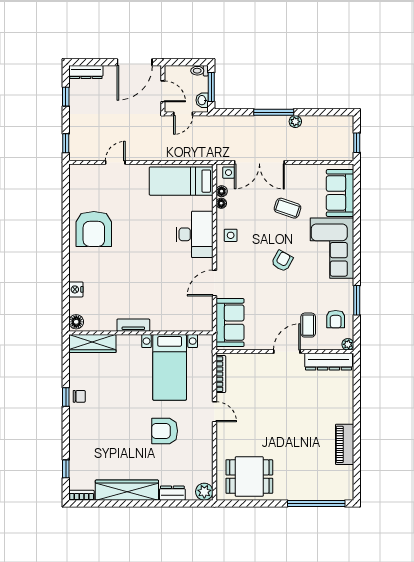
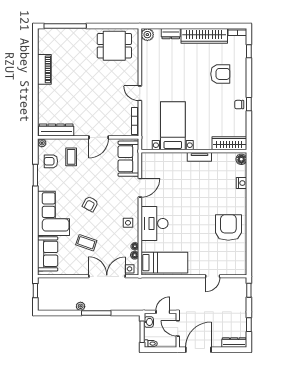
armchair: (336, 319) -> (51, 161), turned -90
door: (287, 352) -> (99, 137), moved
armchair: (165, 431) -> (220, 74), moved

